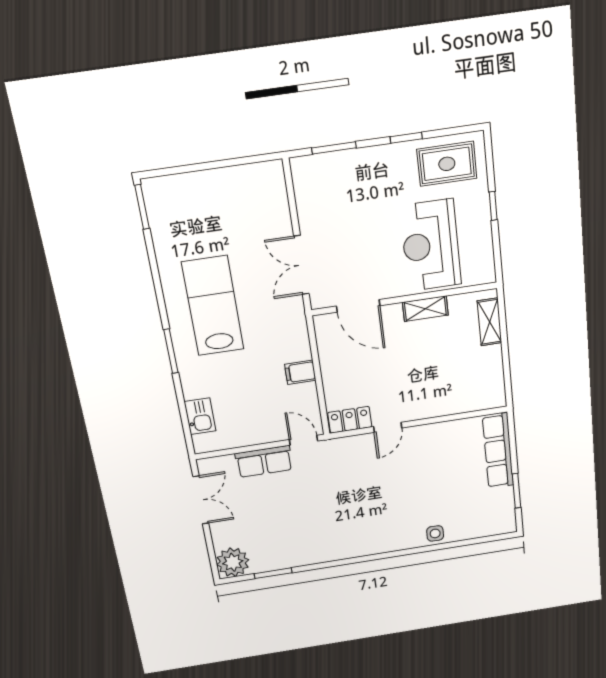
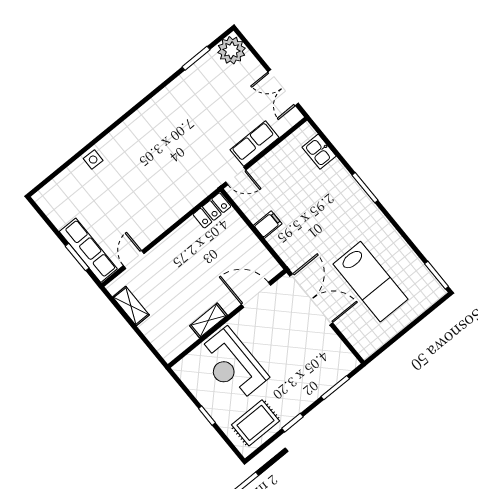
reception desk: (431, 245) -> (232, 365), turned 180
double door: (301, 265) -> (311, 299), width x1.37
lab bench: (213, 306) -> (370, 282), moved
shelving: (490, 322) -> (131, 306), moved
door: (388, 427) -> (134, 260), moved
window: (517, 491) -> (77, 257), moved

